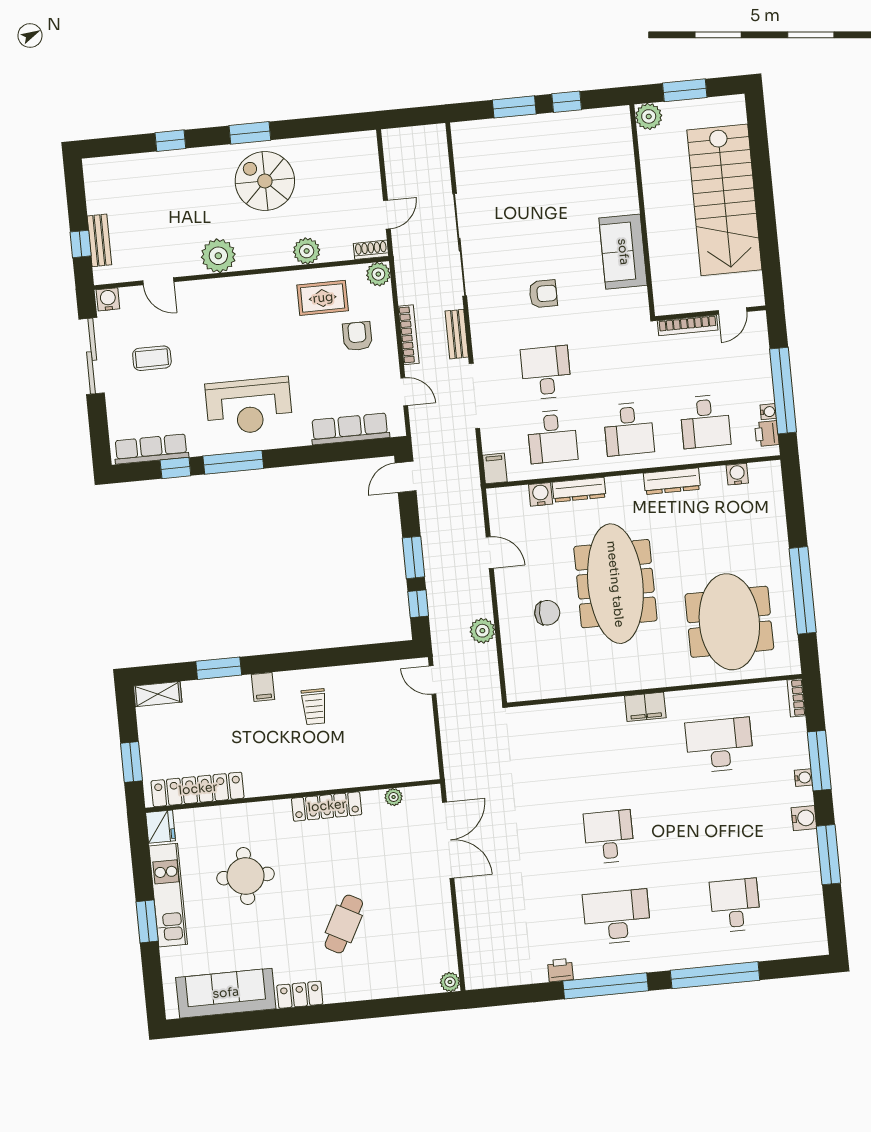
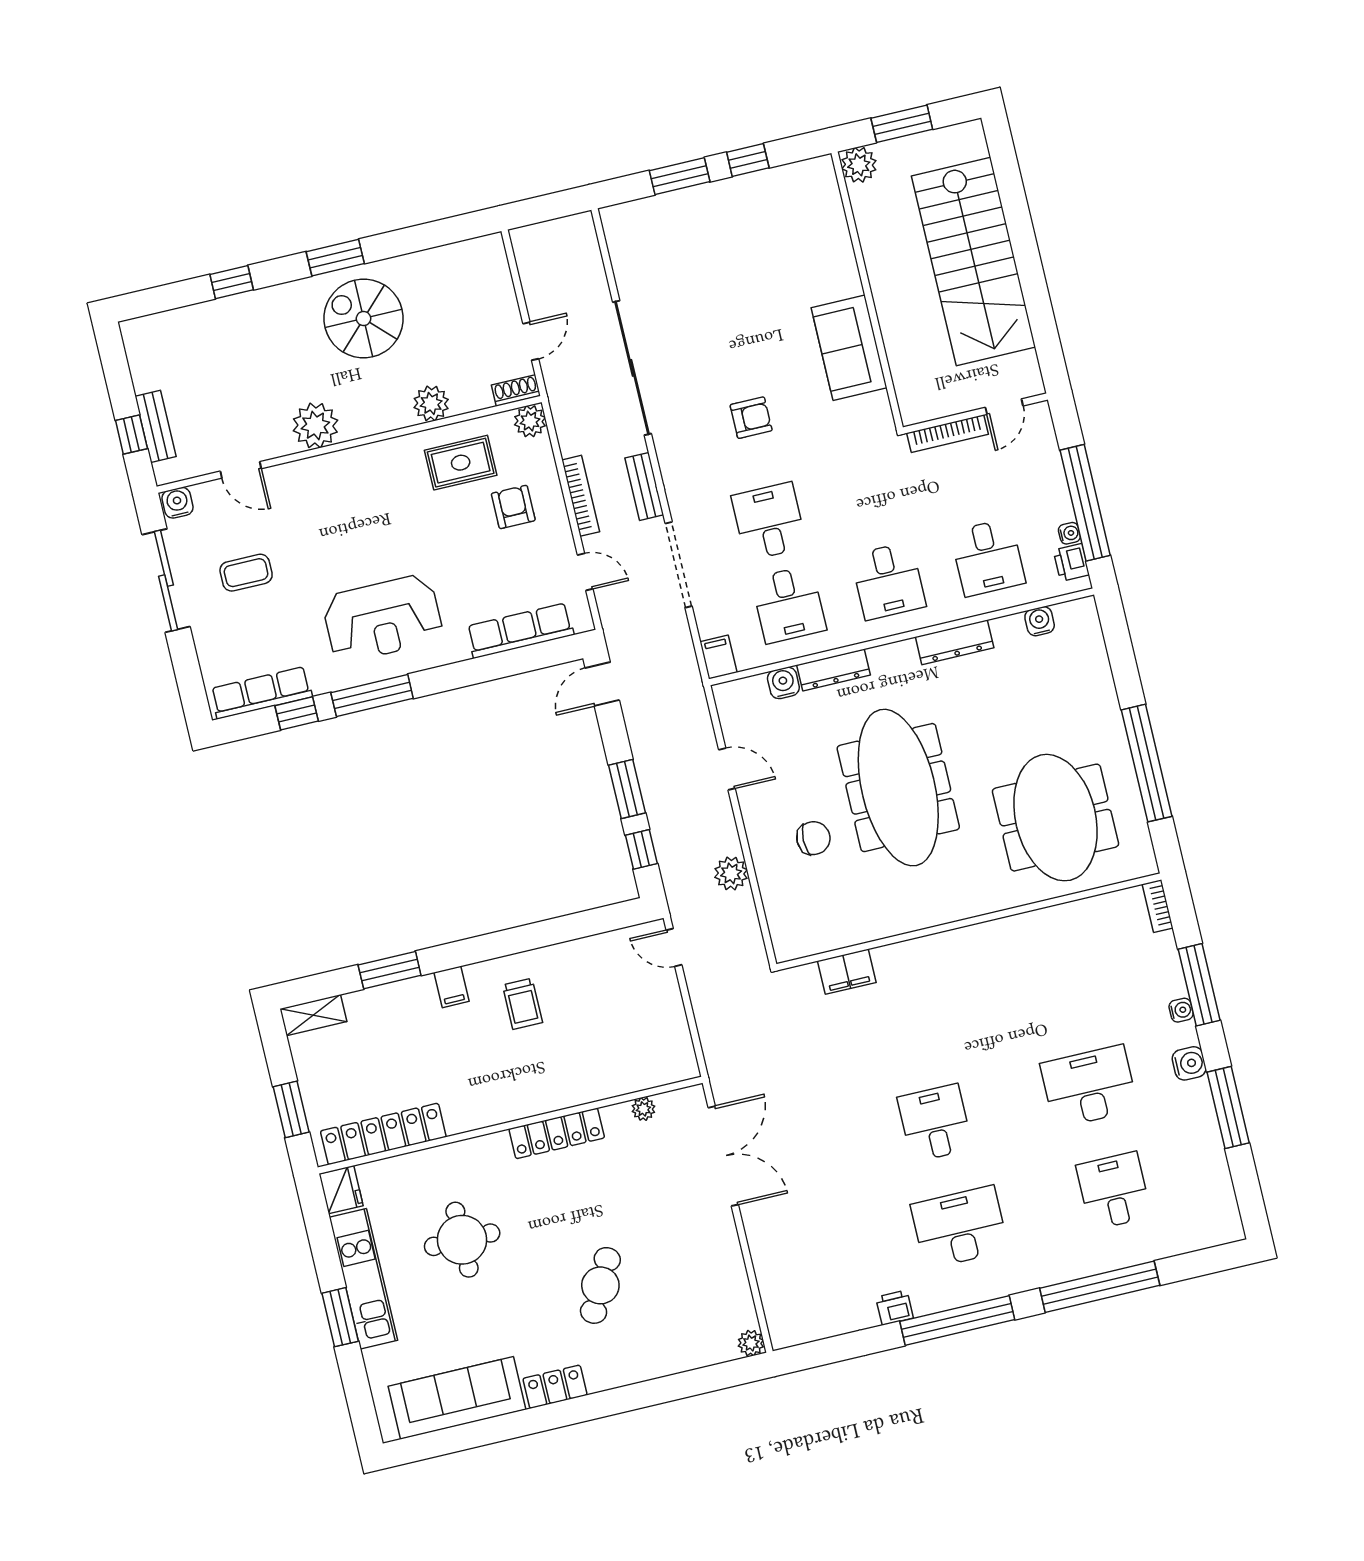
filing cabinet: (645, 707) -> (847, 972), moved
desk: (719, 745) -> (1089, 1087), moved

